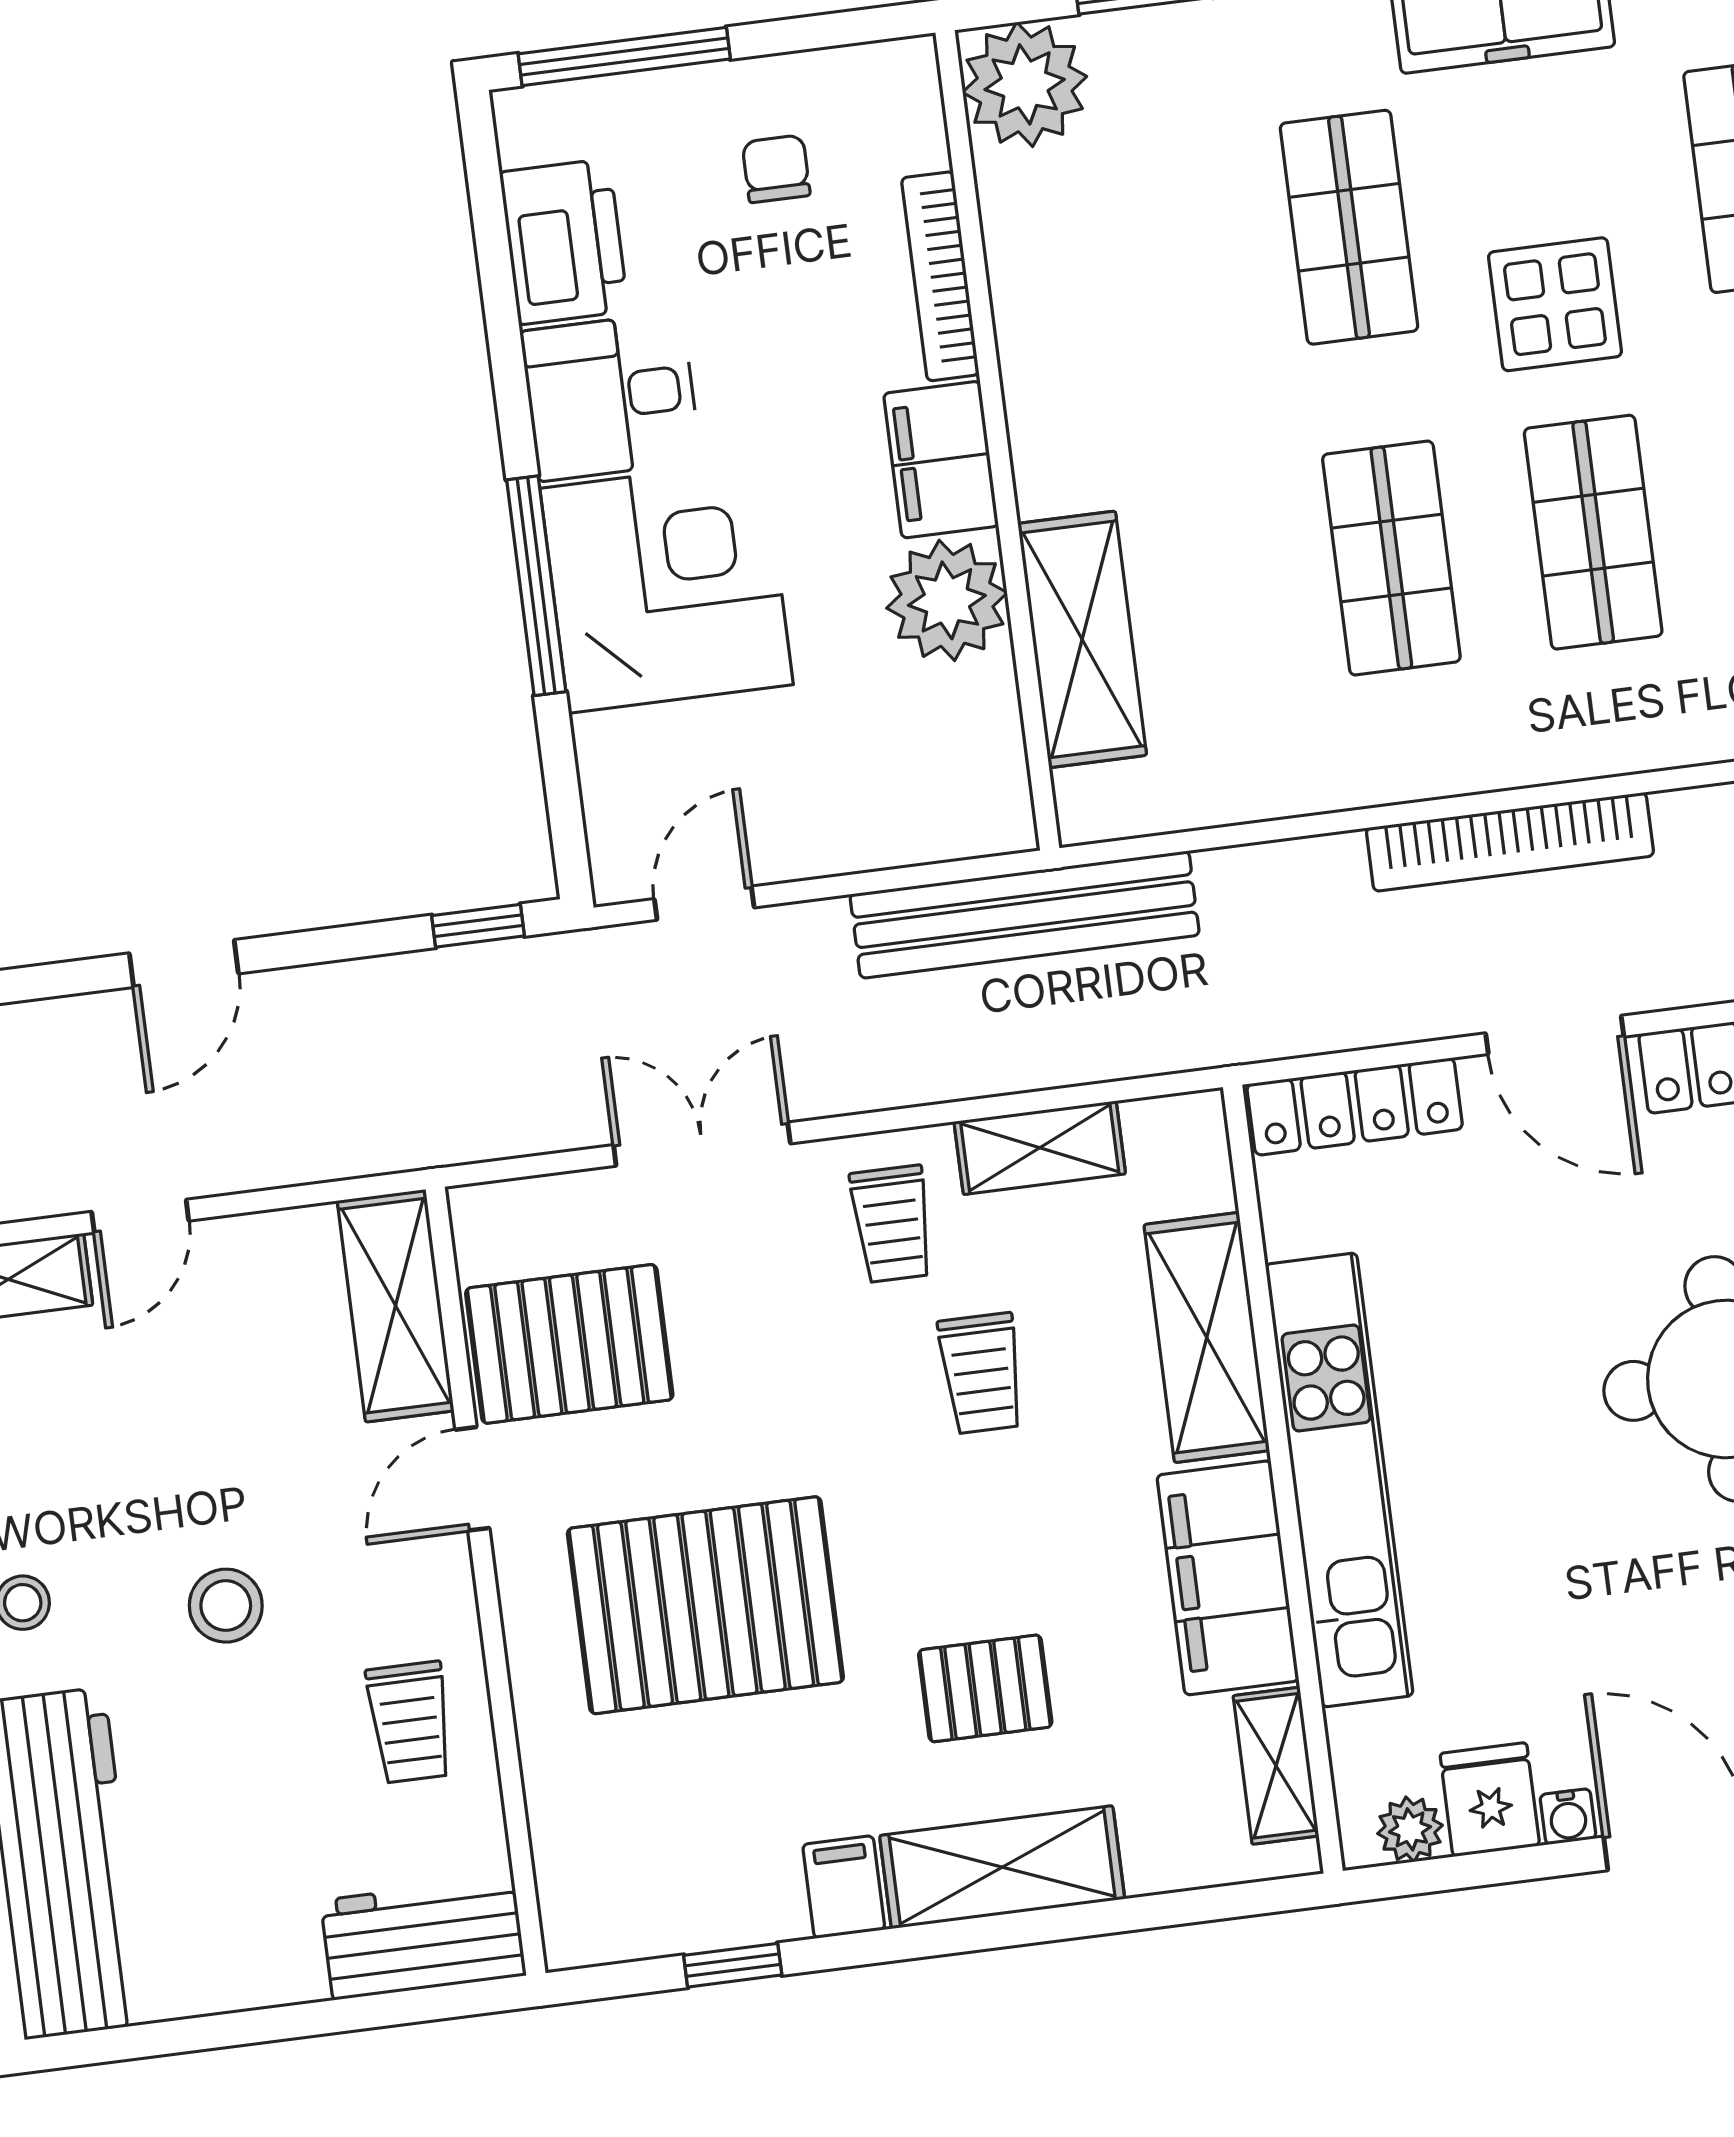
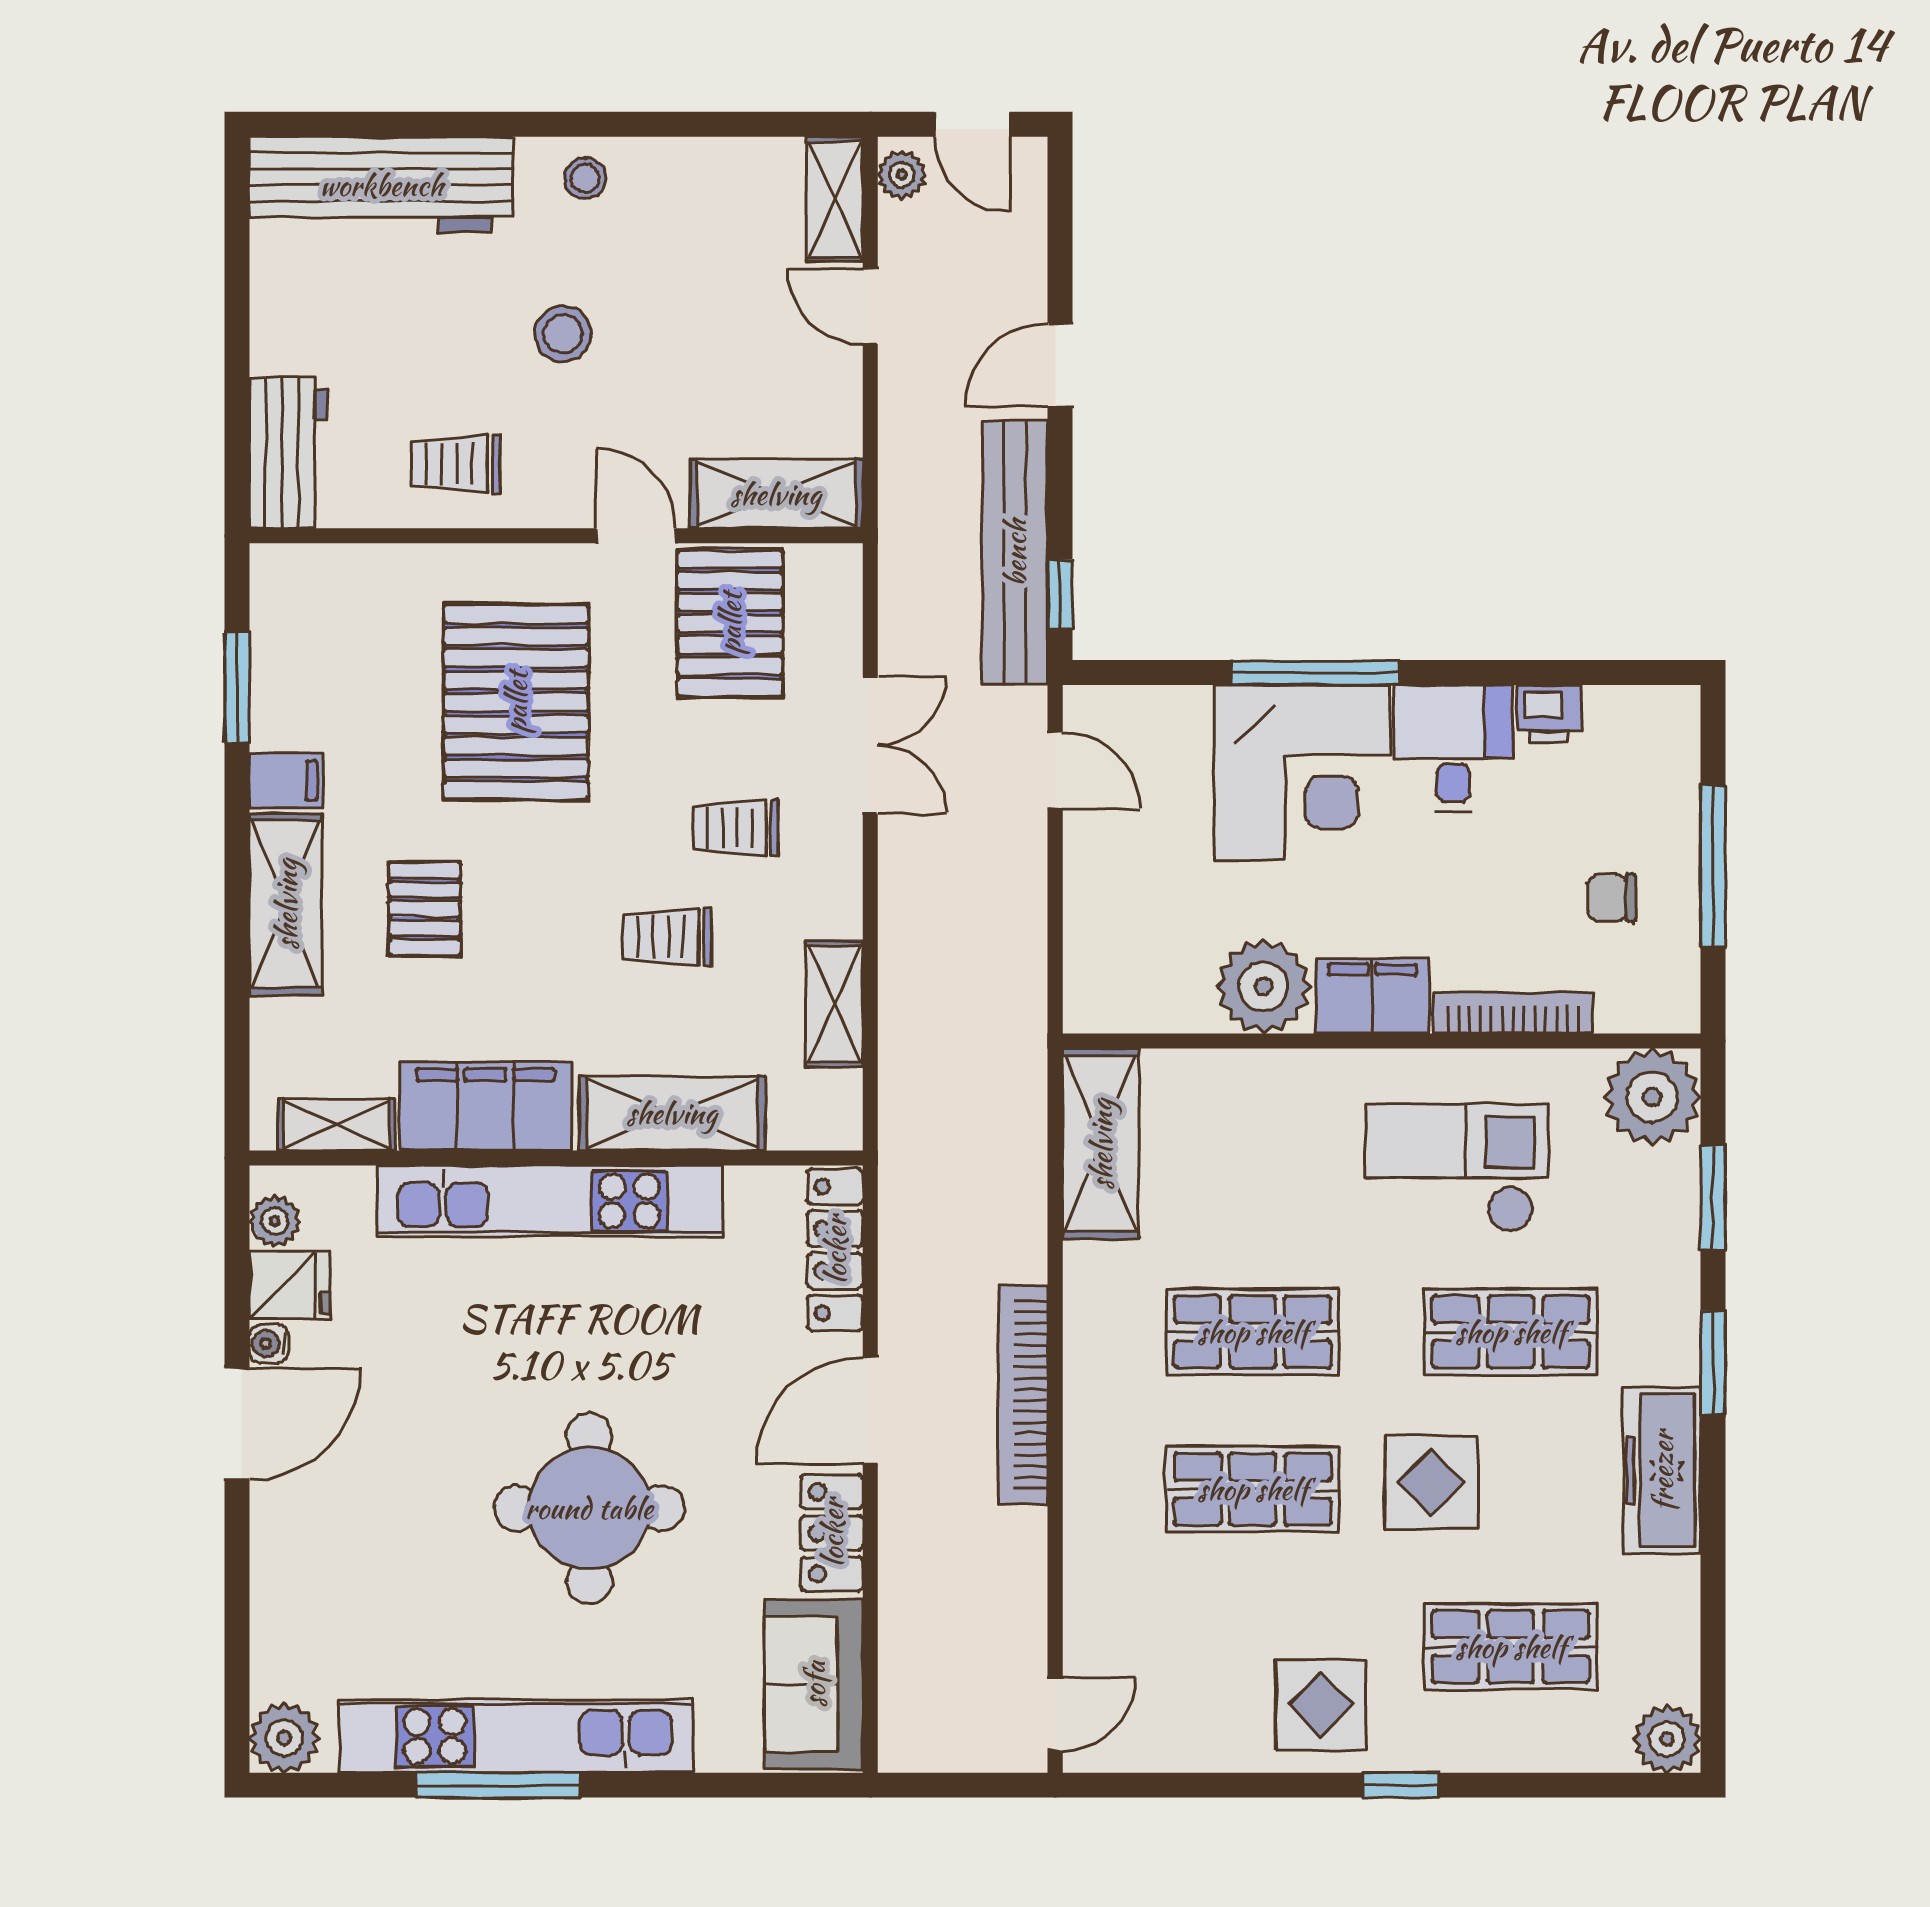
window: (624, 56) -> (1713, 866), moved
chair: (776, 169) -> (1612, 898), turned 180
printer: (564, 242) -> (1549, 714), width x0.53, depth x0.68
checkout: (1148, 323) -> (1457, 1168), added
shelving: (1082, 639) -> (1101, 1144), moved, turned 90
bench: (1025, 915) -> (1015, 553), moved
door: (184, 963) -> (1060, 365), hinge flipped
trolley: (892, 1224) -> (736, 828), moved
window: (733, 1965) -> (237, 688), width x1.50

